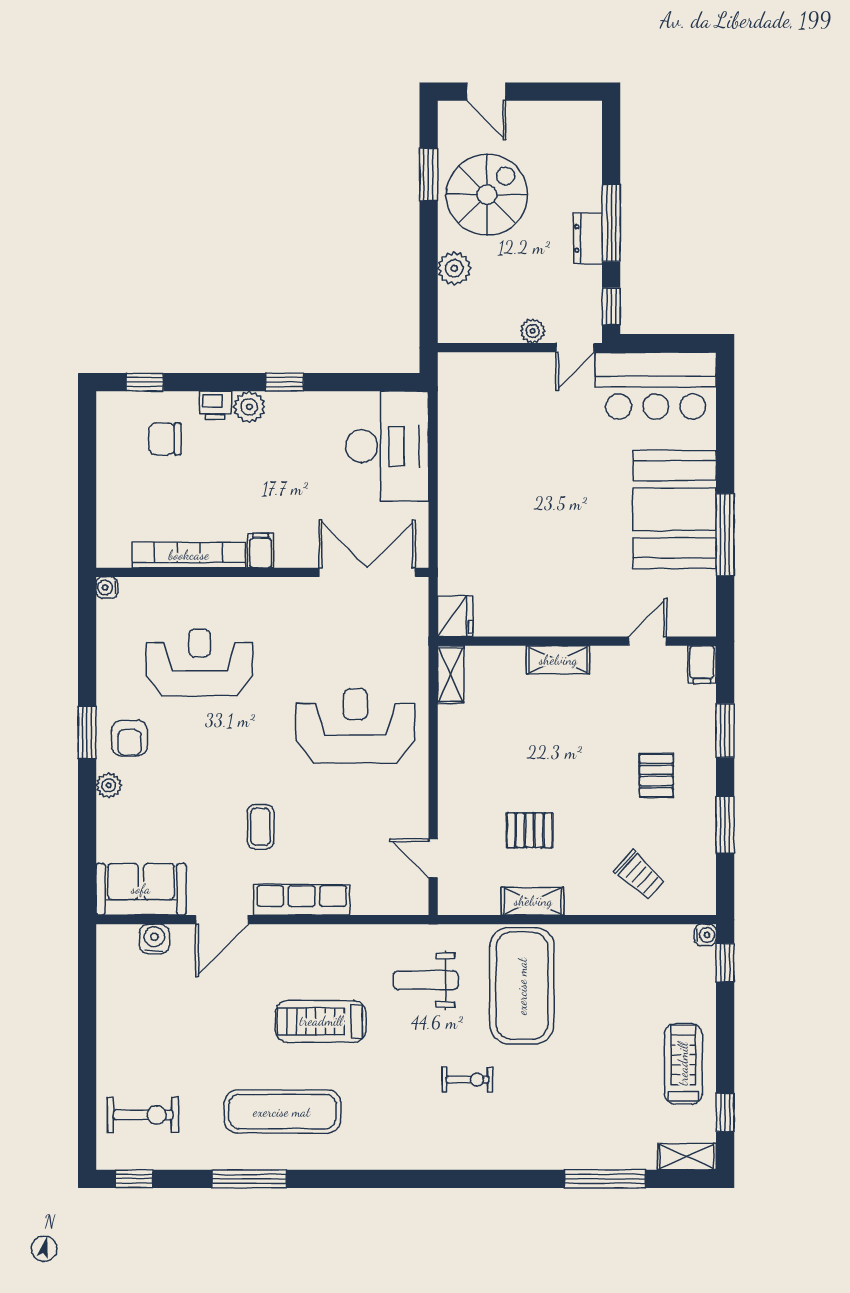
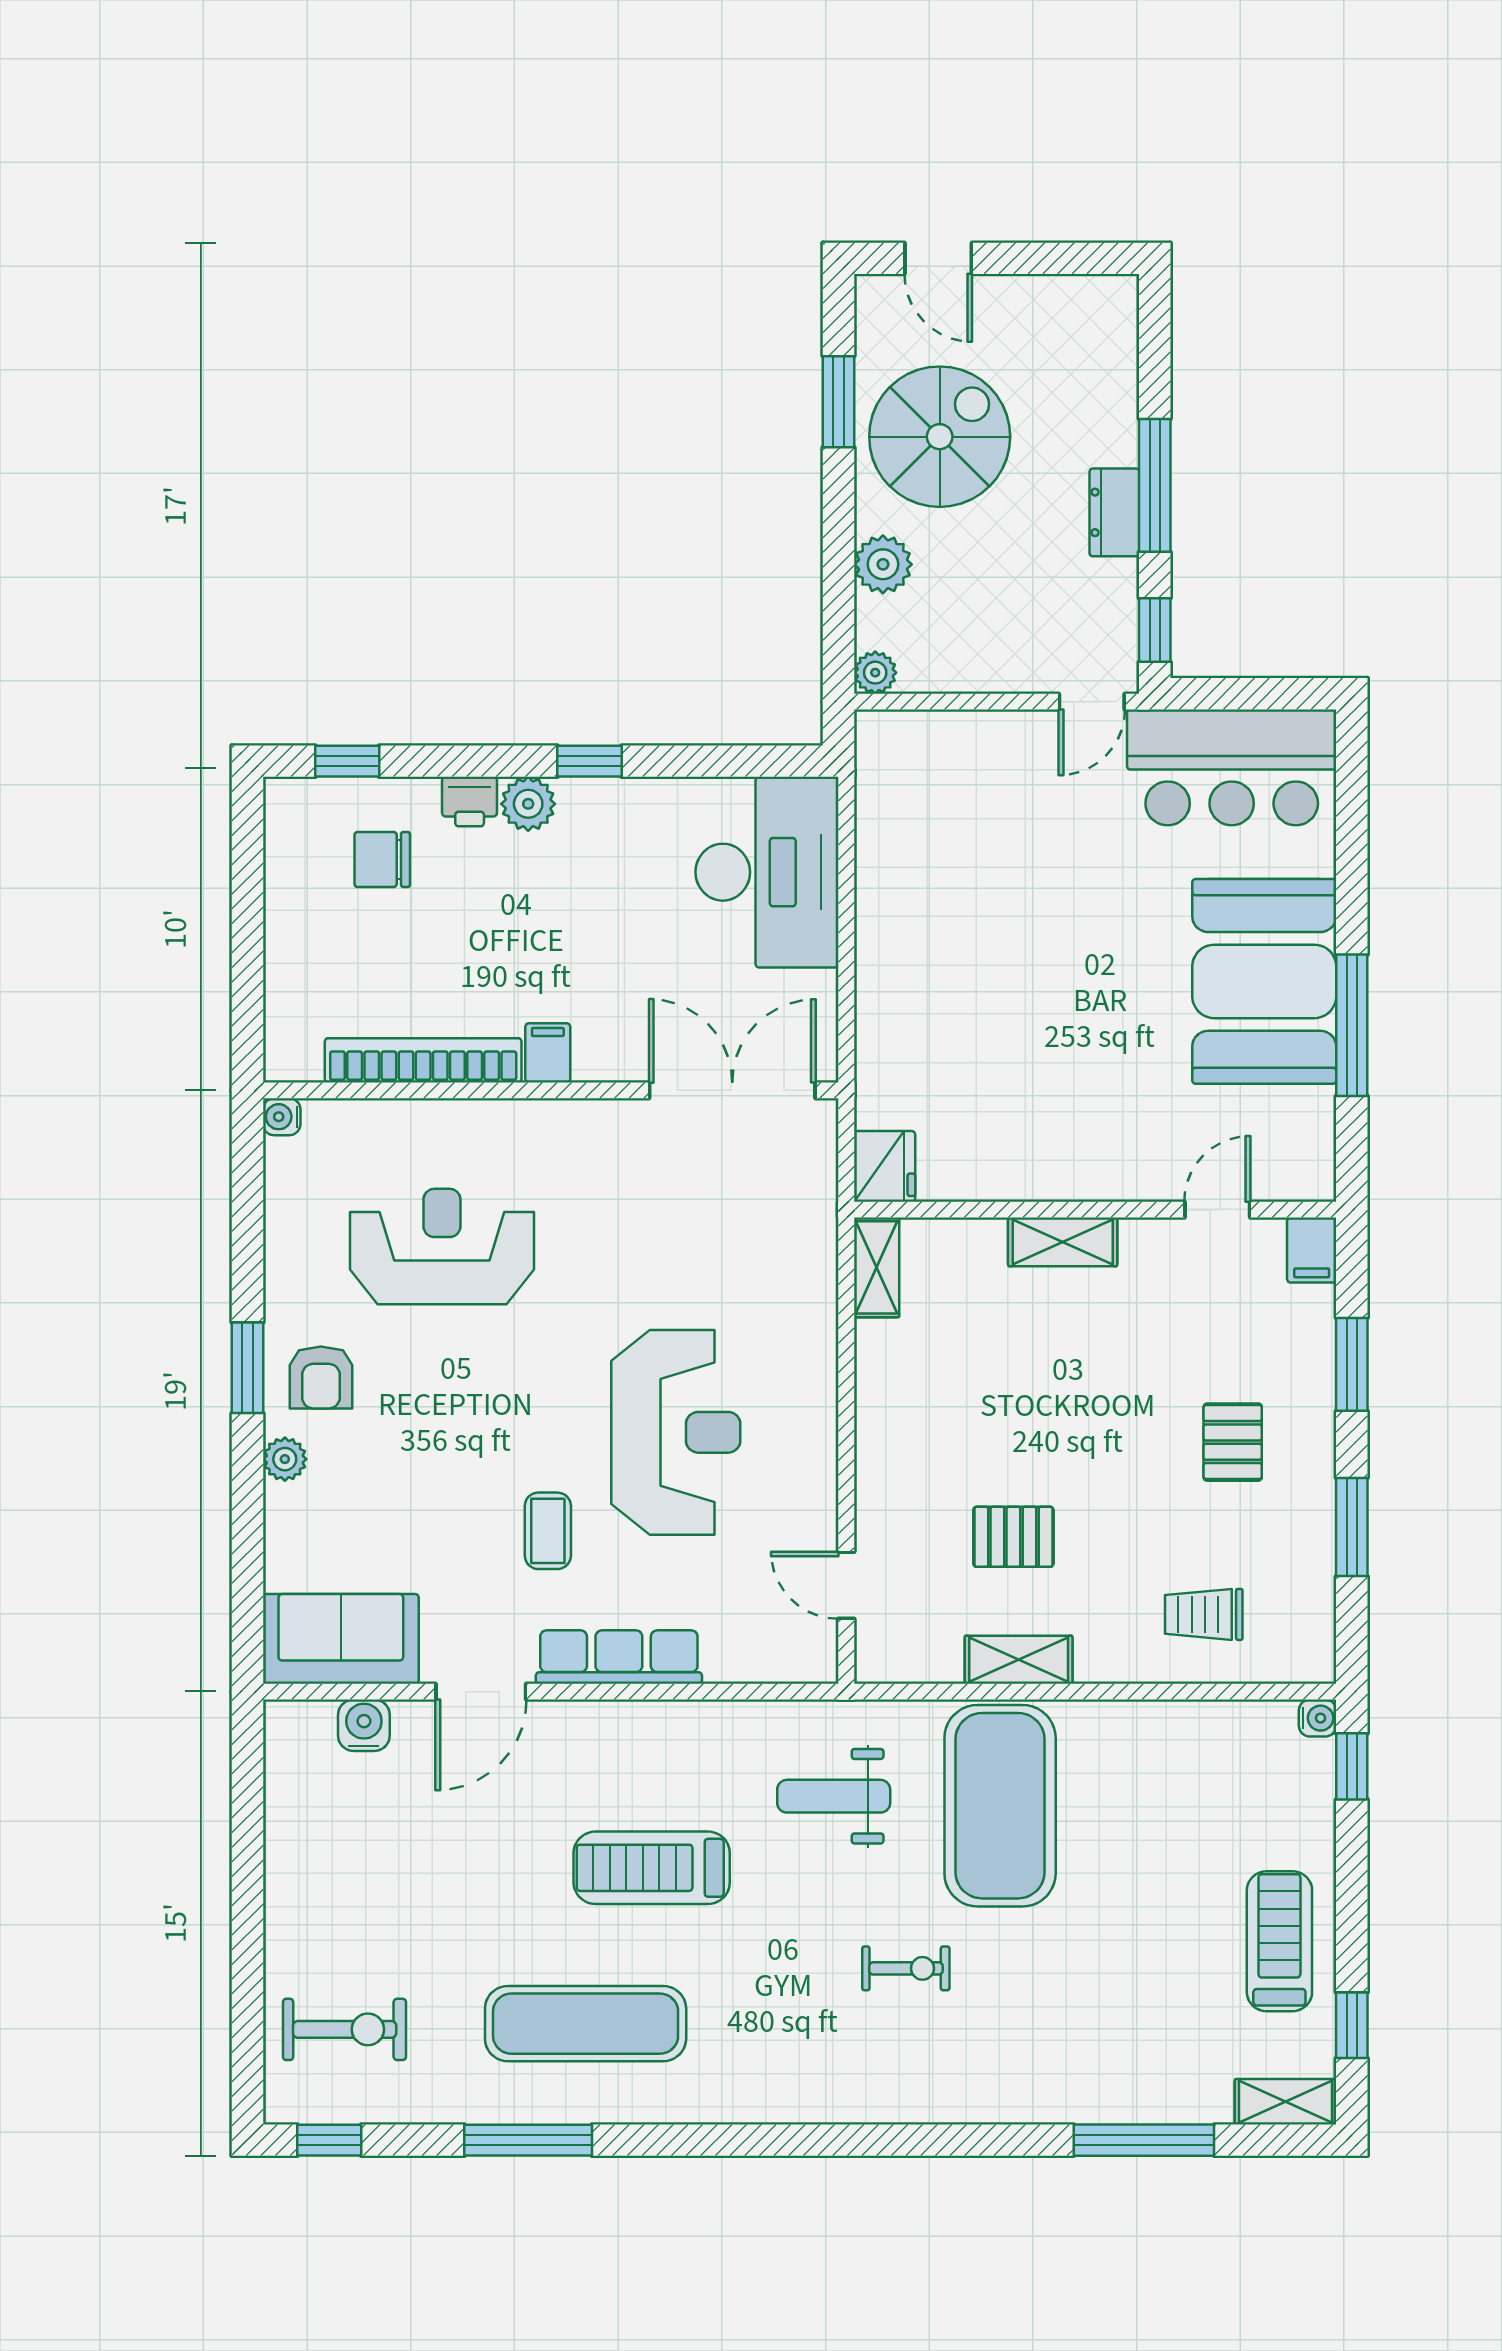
plant: (533, 331) -> (875, 673), moved
reception desk: (355, 726) -> (676, 1432), moved, turned 90
trolley: (640, 875) -> (1204, 1614), turned 138

